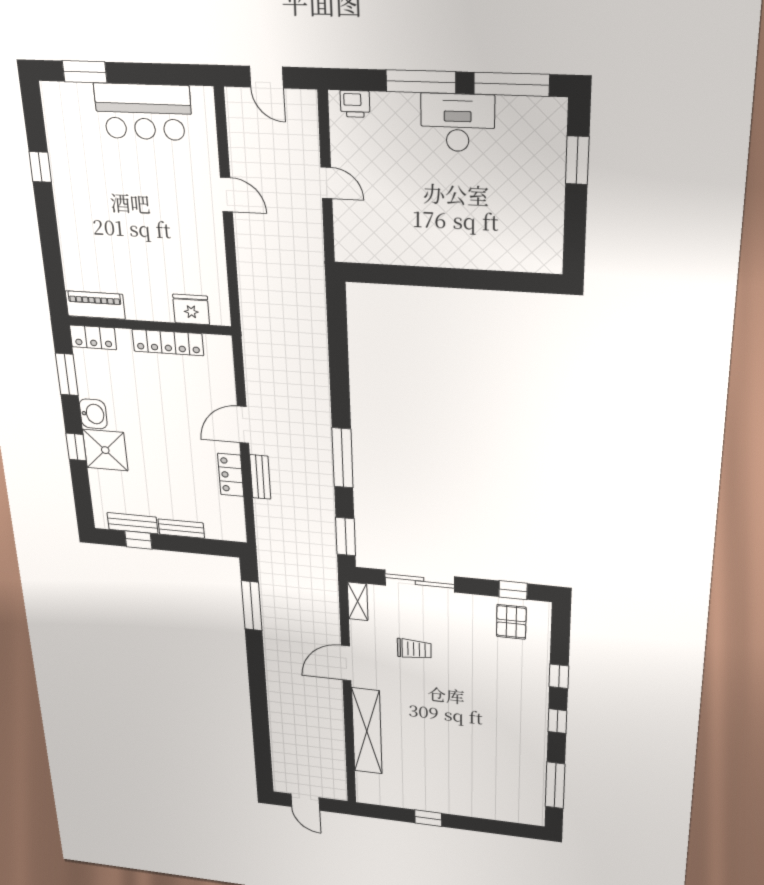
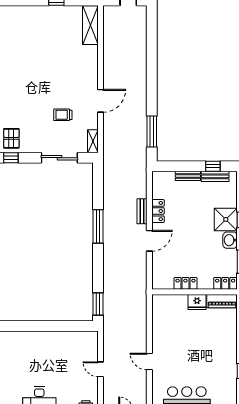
fridge: (191, 309) -> (197, 302), moved
locker: (168, 342) -> (185, 283), width x0.66
window: (346, 537) -> (98, 304), moved
shelving: (367, 731) -> (90, 25), moved, width x0.68

